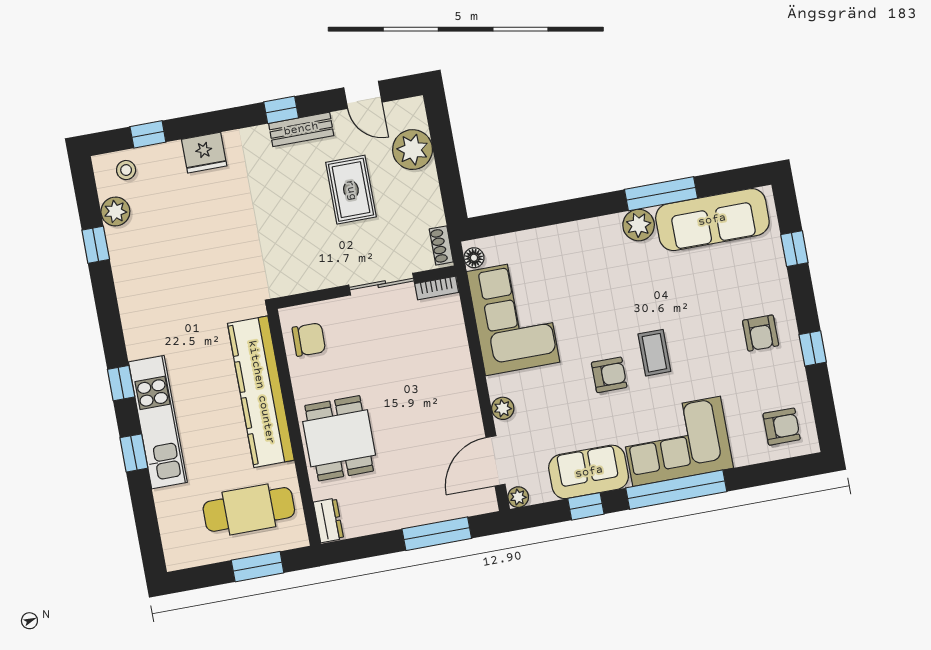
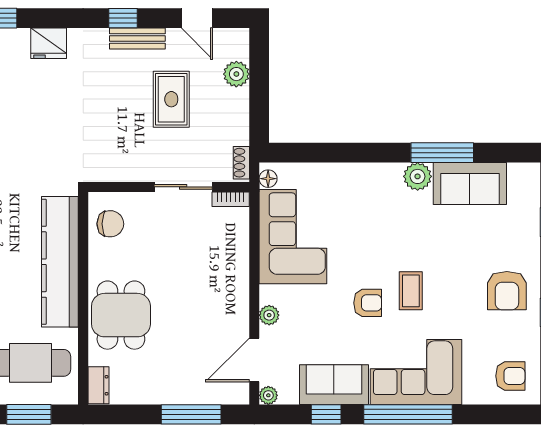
plant: (413, 150) -> (236, 74), width x0.73, depth x0.73
sofa: (712, 220) -> (470, 184), width x0.73
armchair: (761, 333) -> (507, 291), width x1.38, depth x1.38

